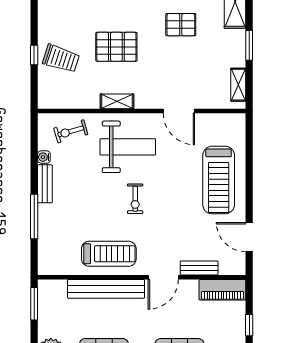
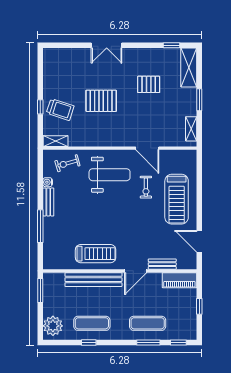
shelving: (117, 101) -> (56, 141), moved
exercise bike: (135, 199) -> (146, 187), moved

